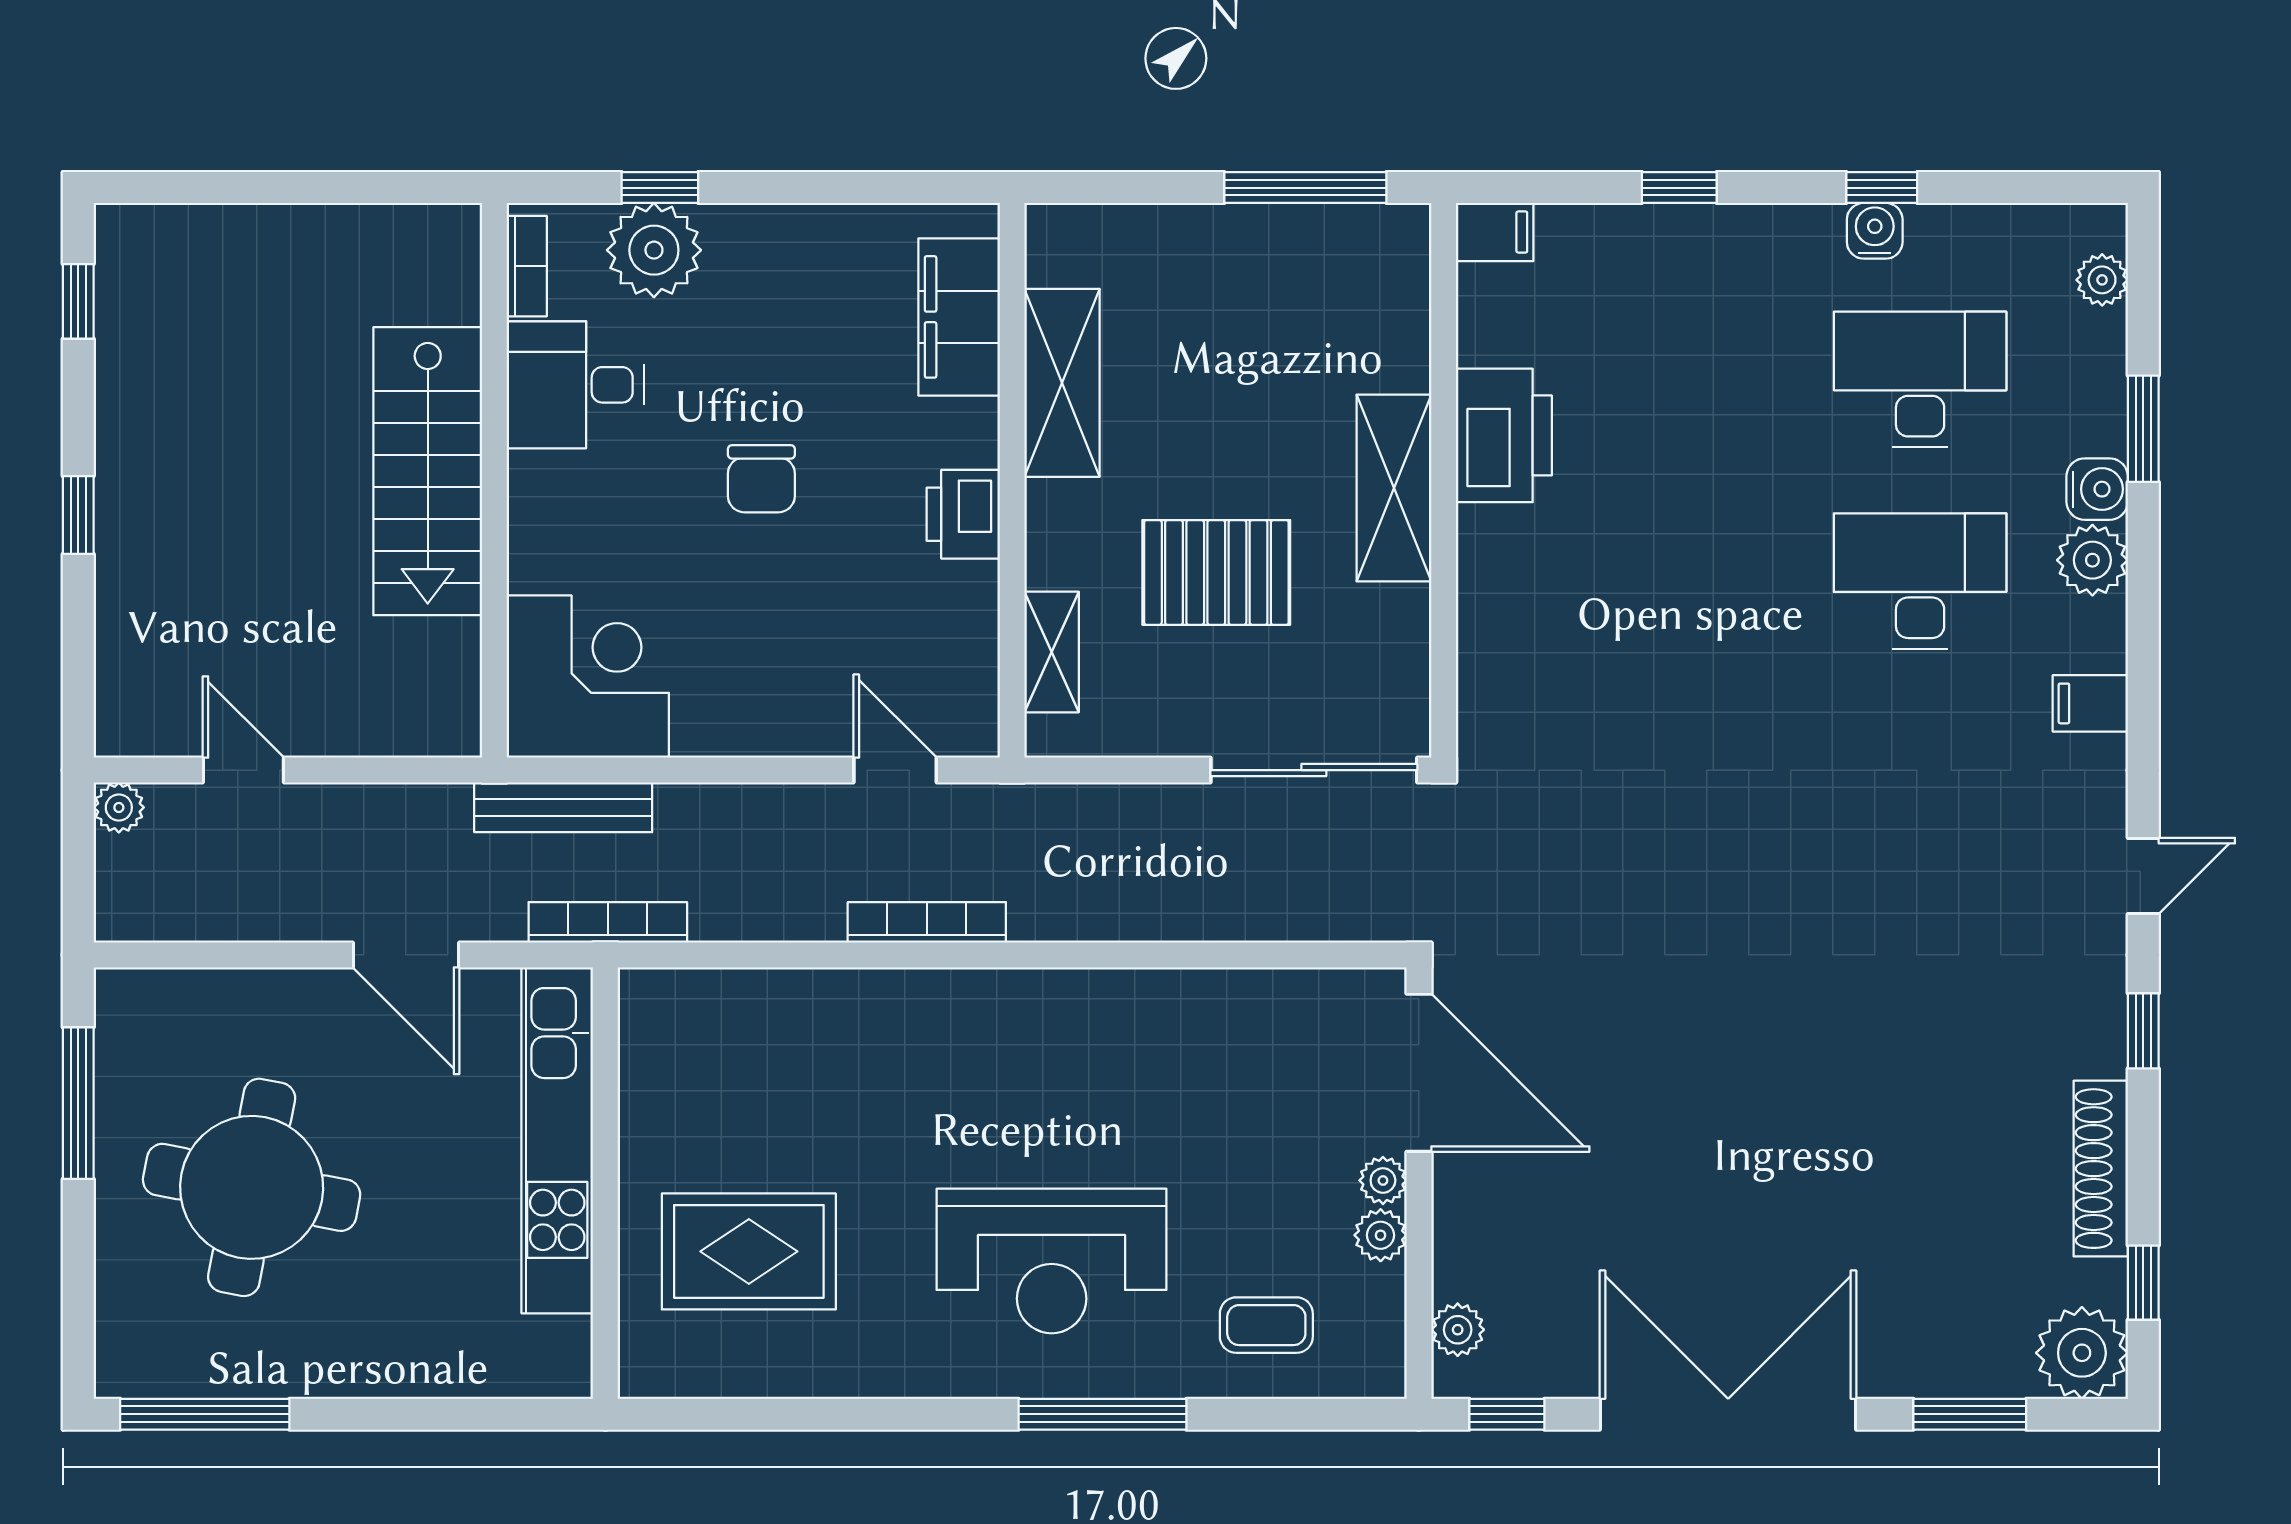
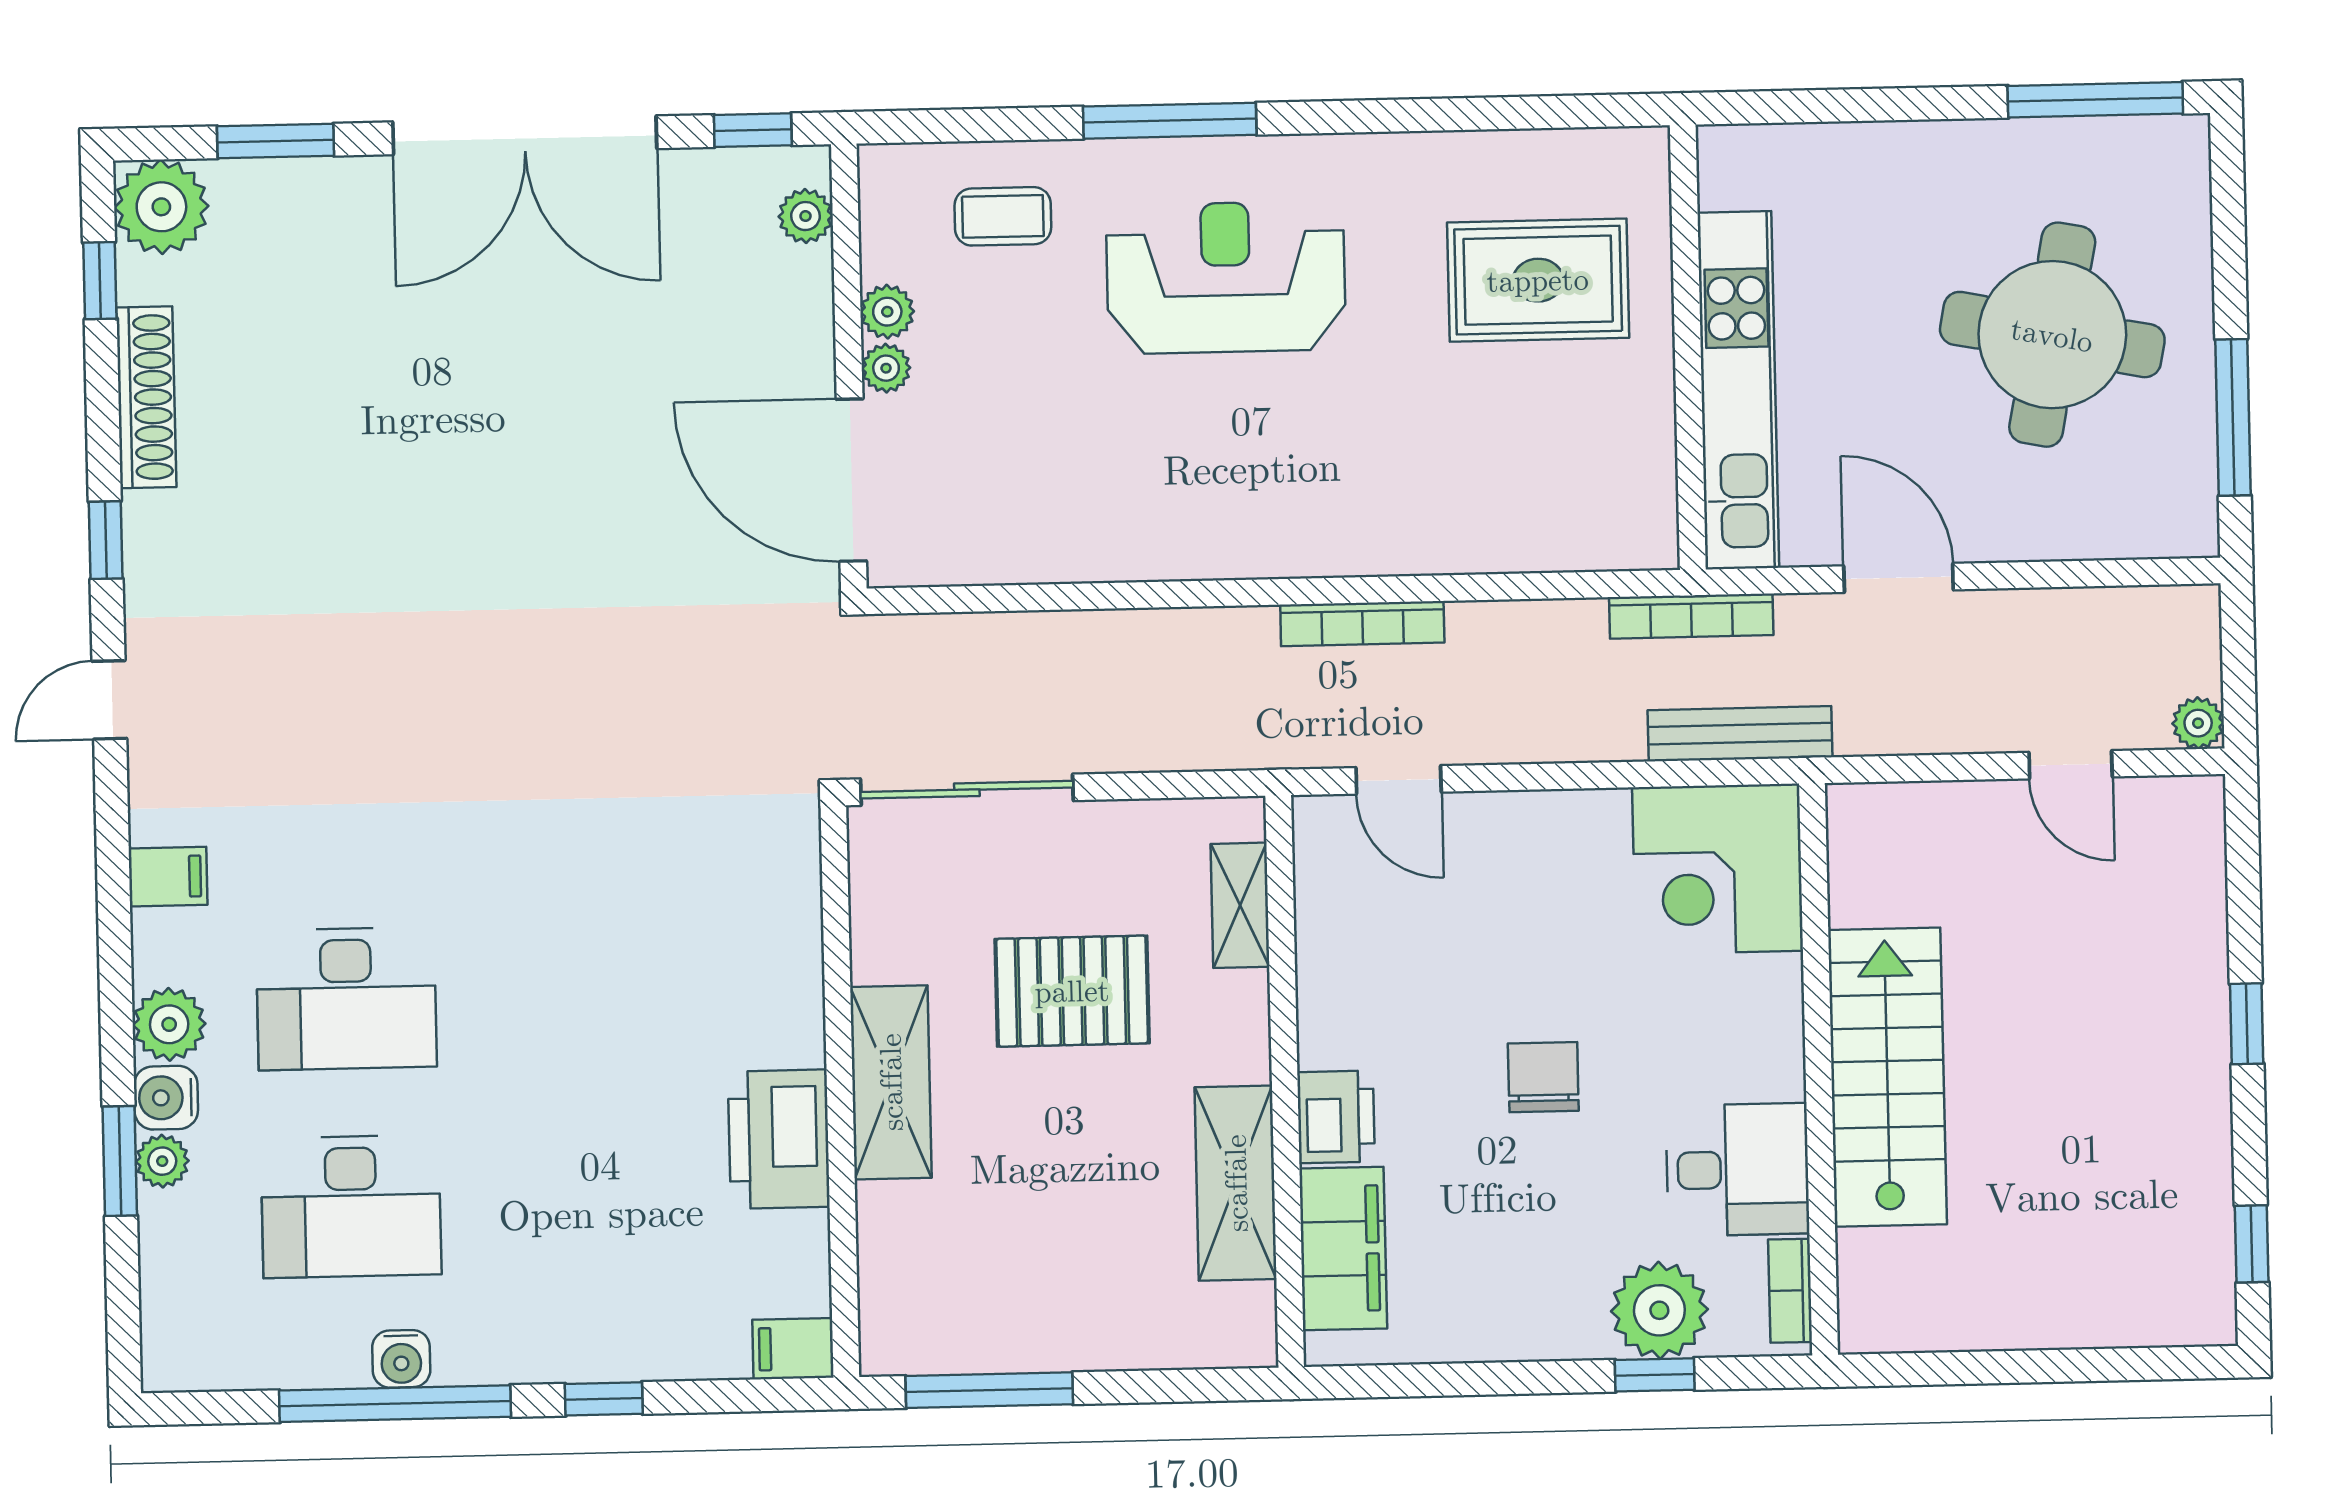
window: (1882, 188) -> (395, 1404), width x3.17
plant: (2102, 280) -> (162, 1161), moved
printer: (963, 514) -> (1336, 1117), moved

